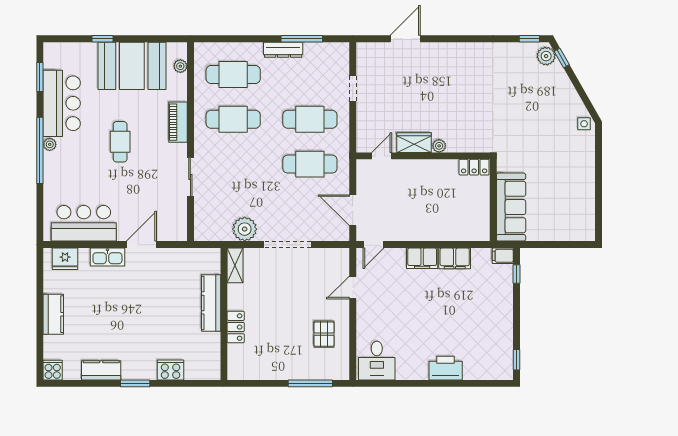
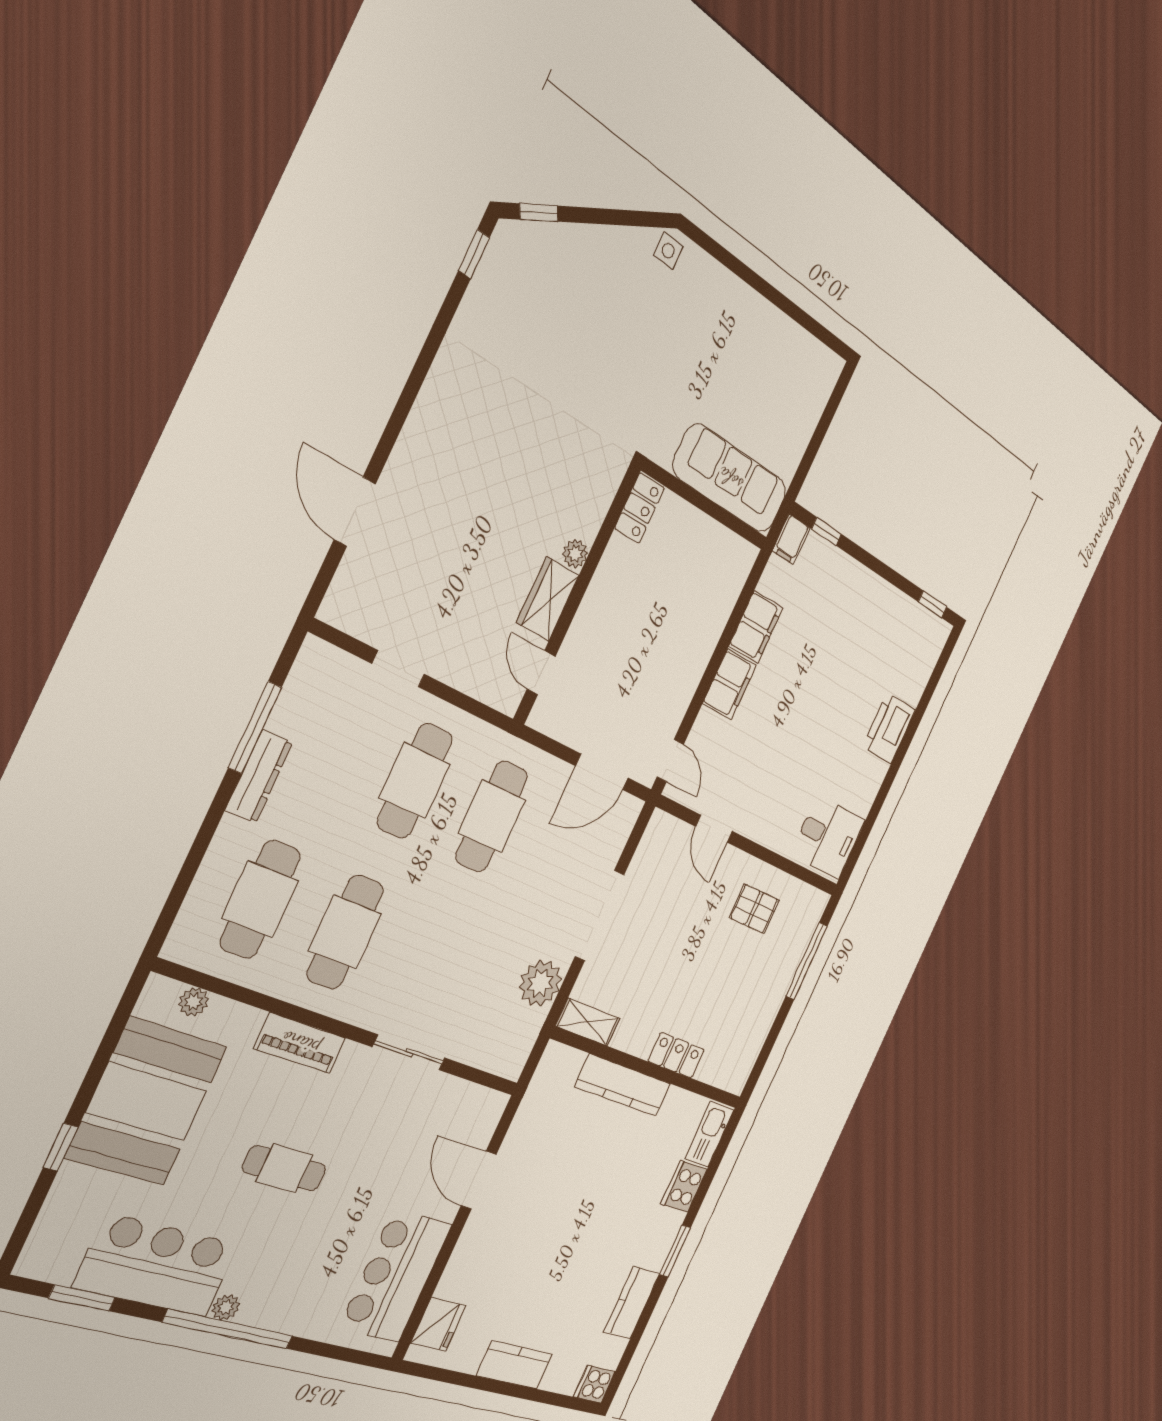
plant: (546, 56) -> (521, 242), removed
kitchen sink: (107, 257) -> (709, 1134), moved, turned 180

